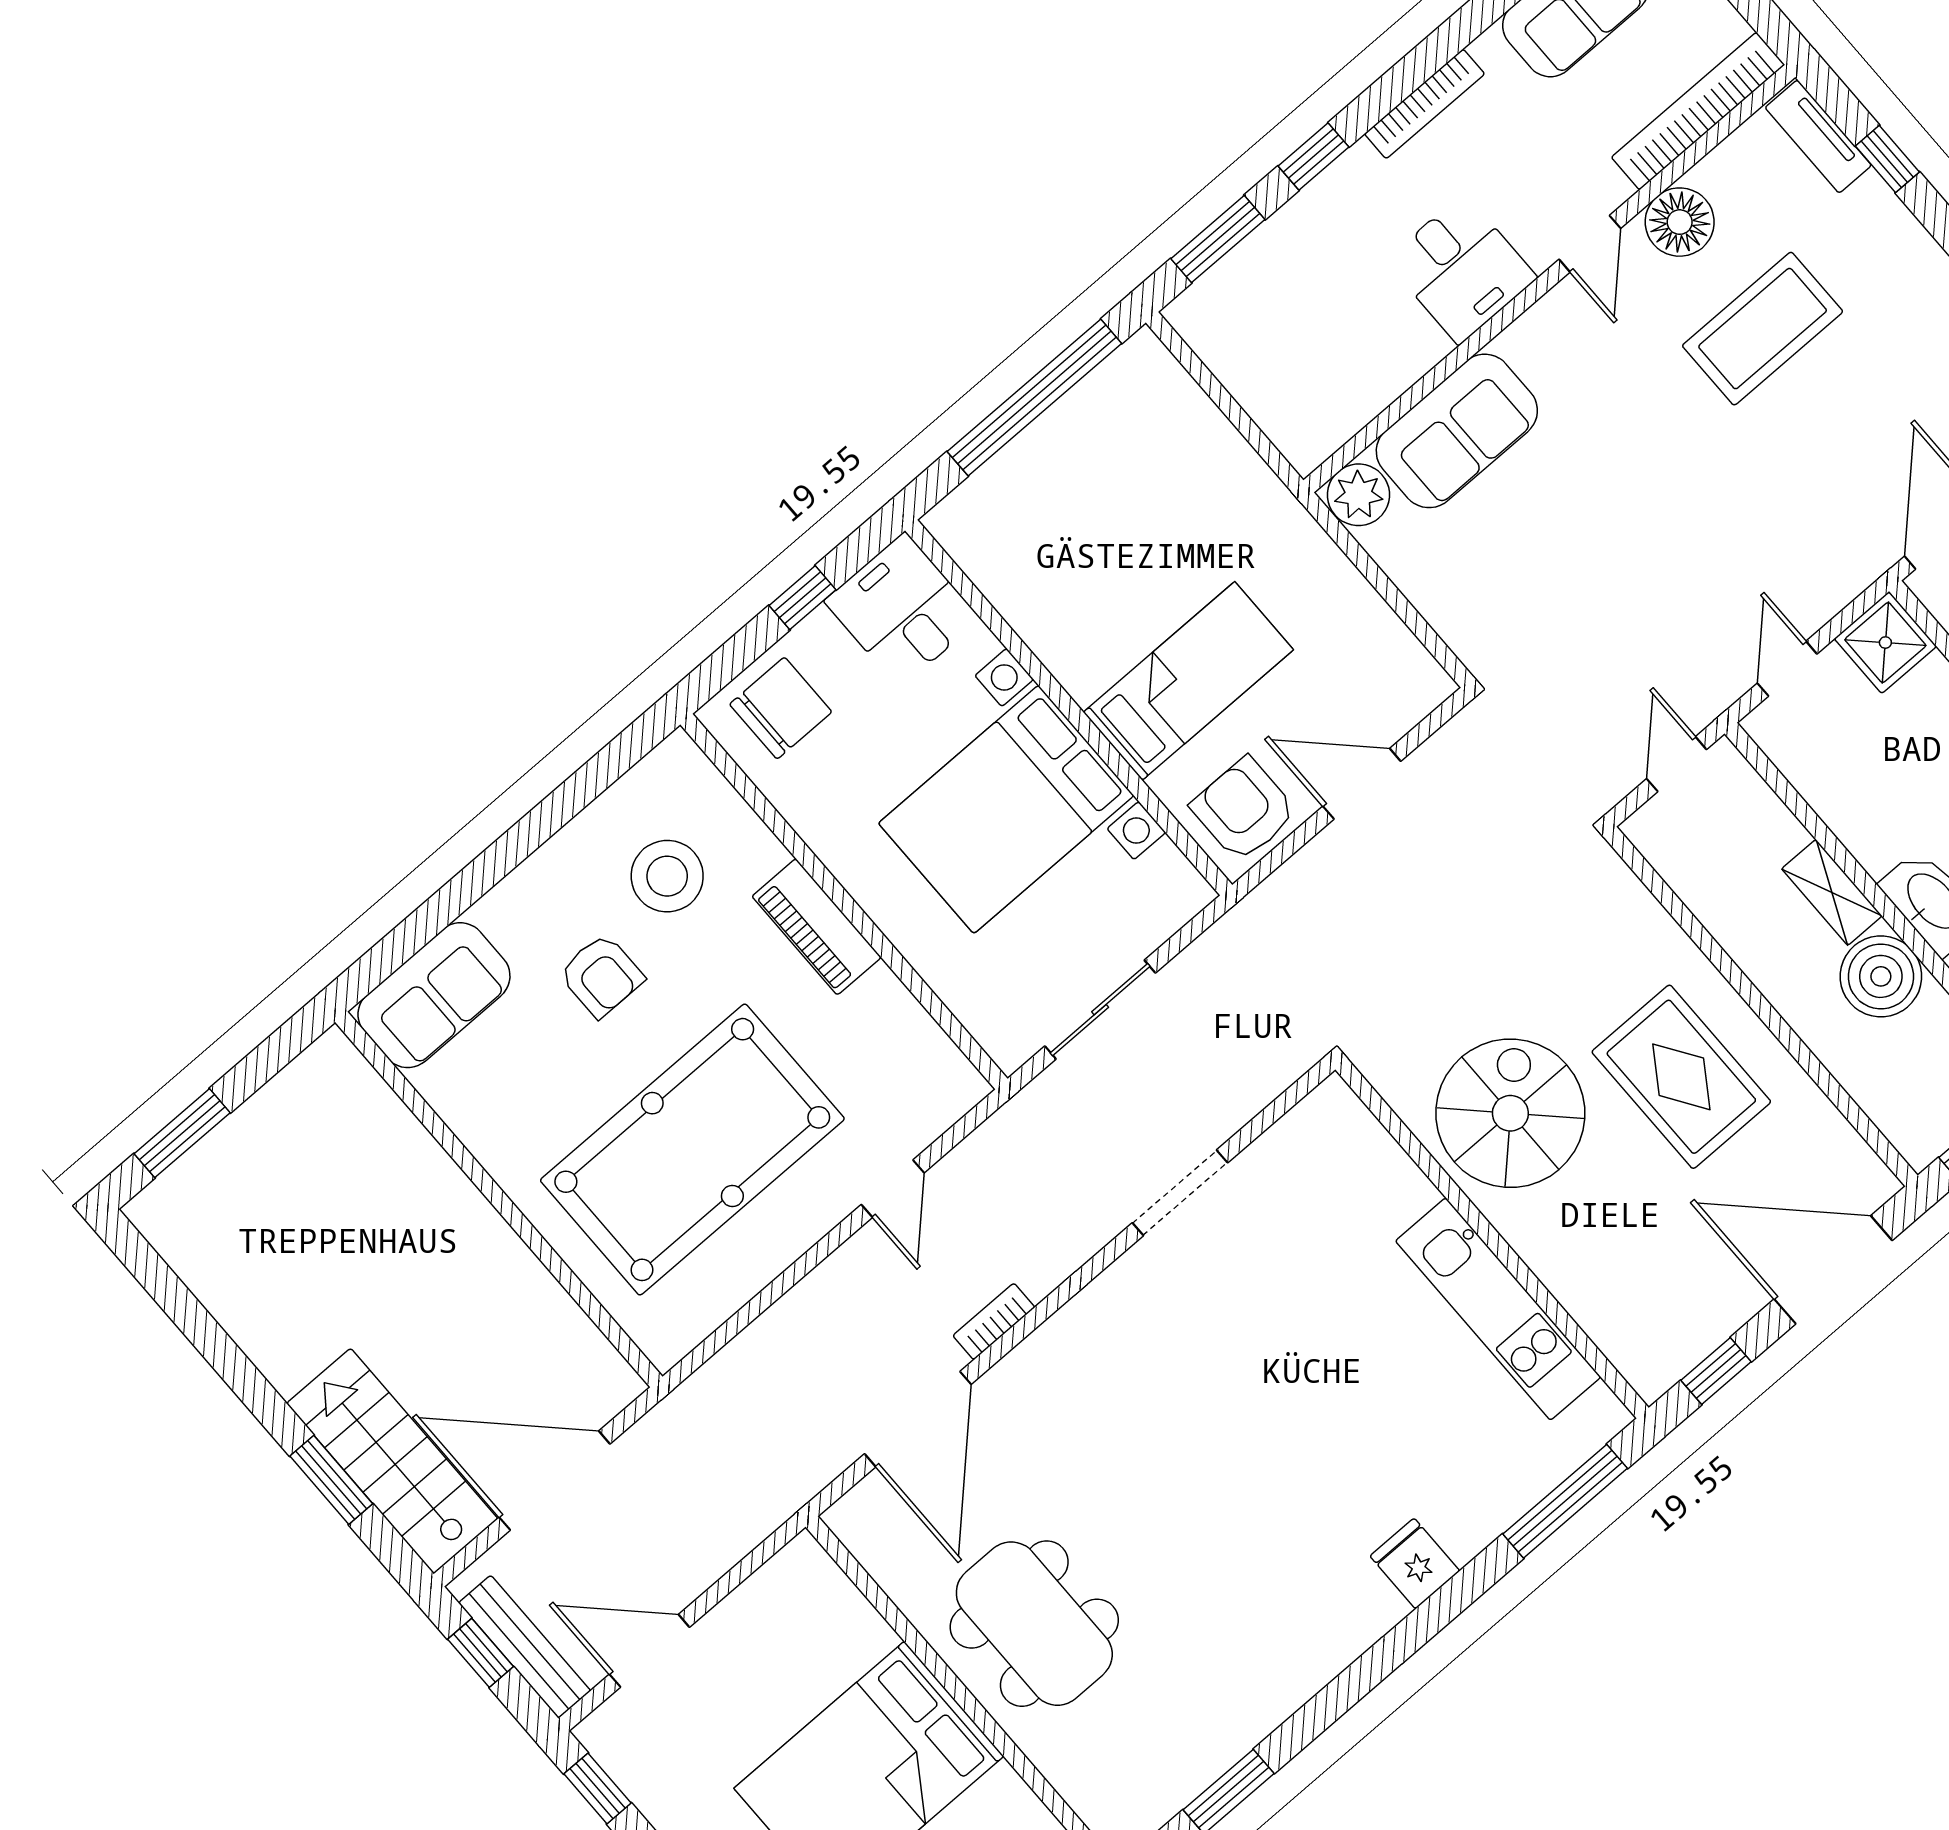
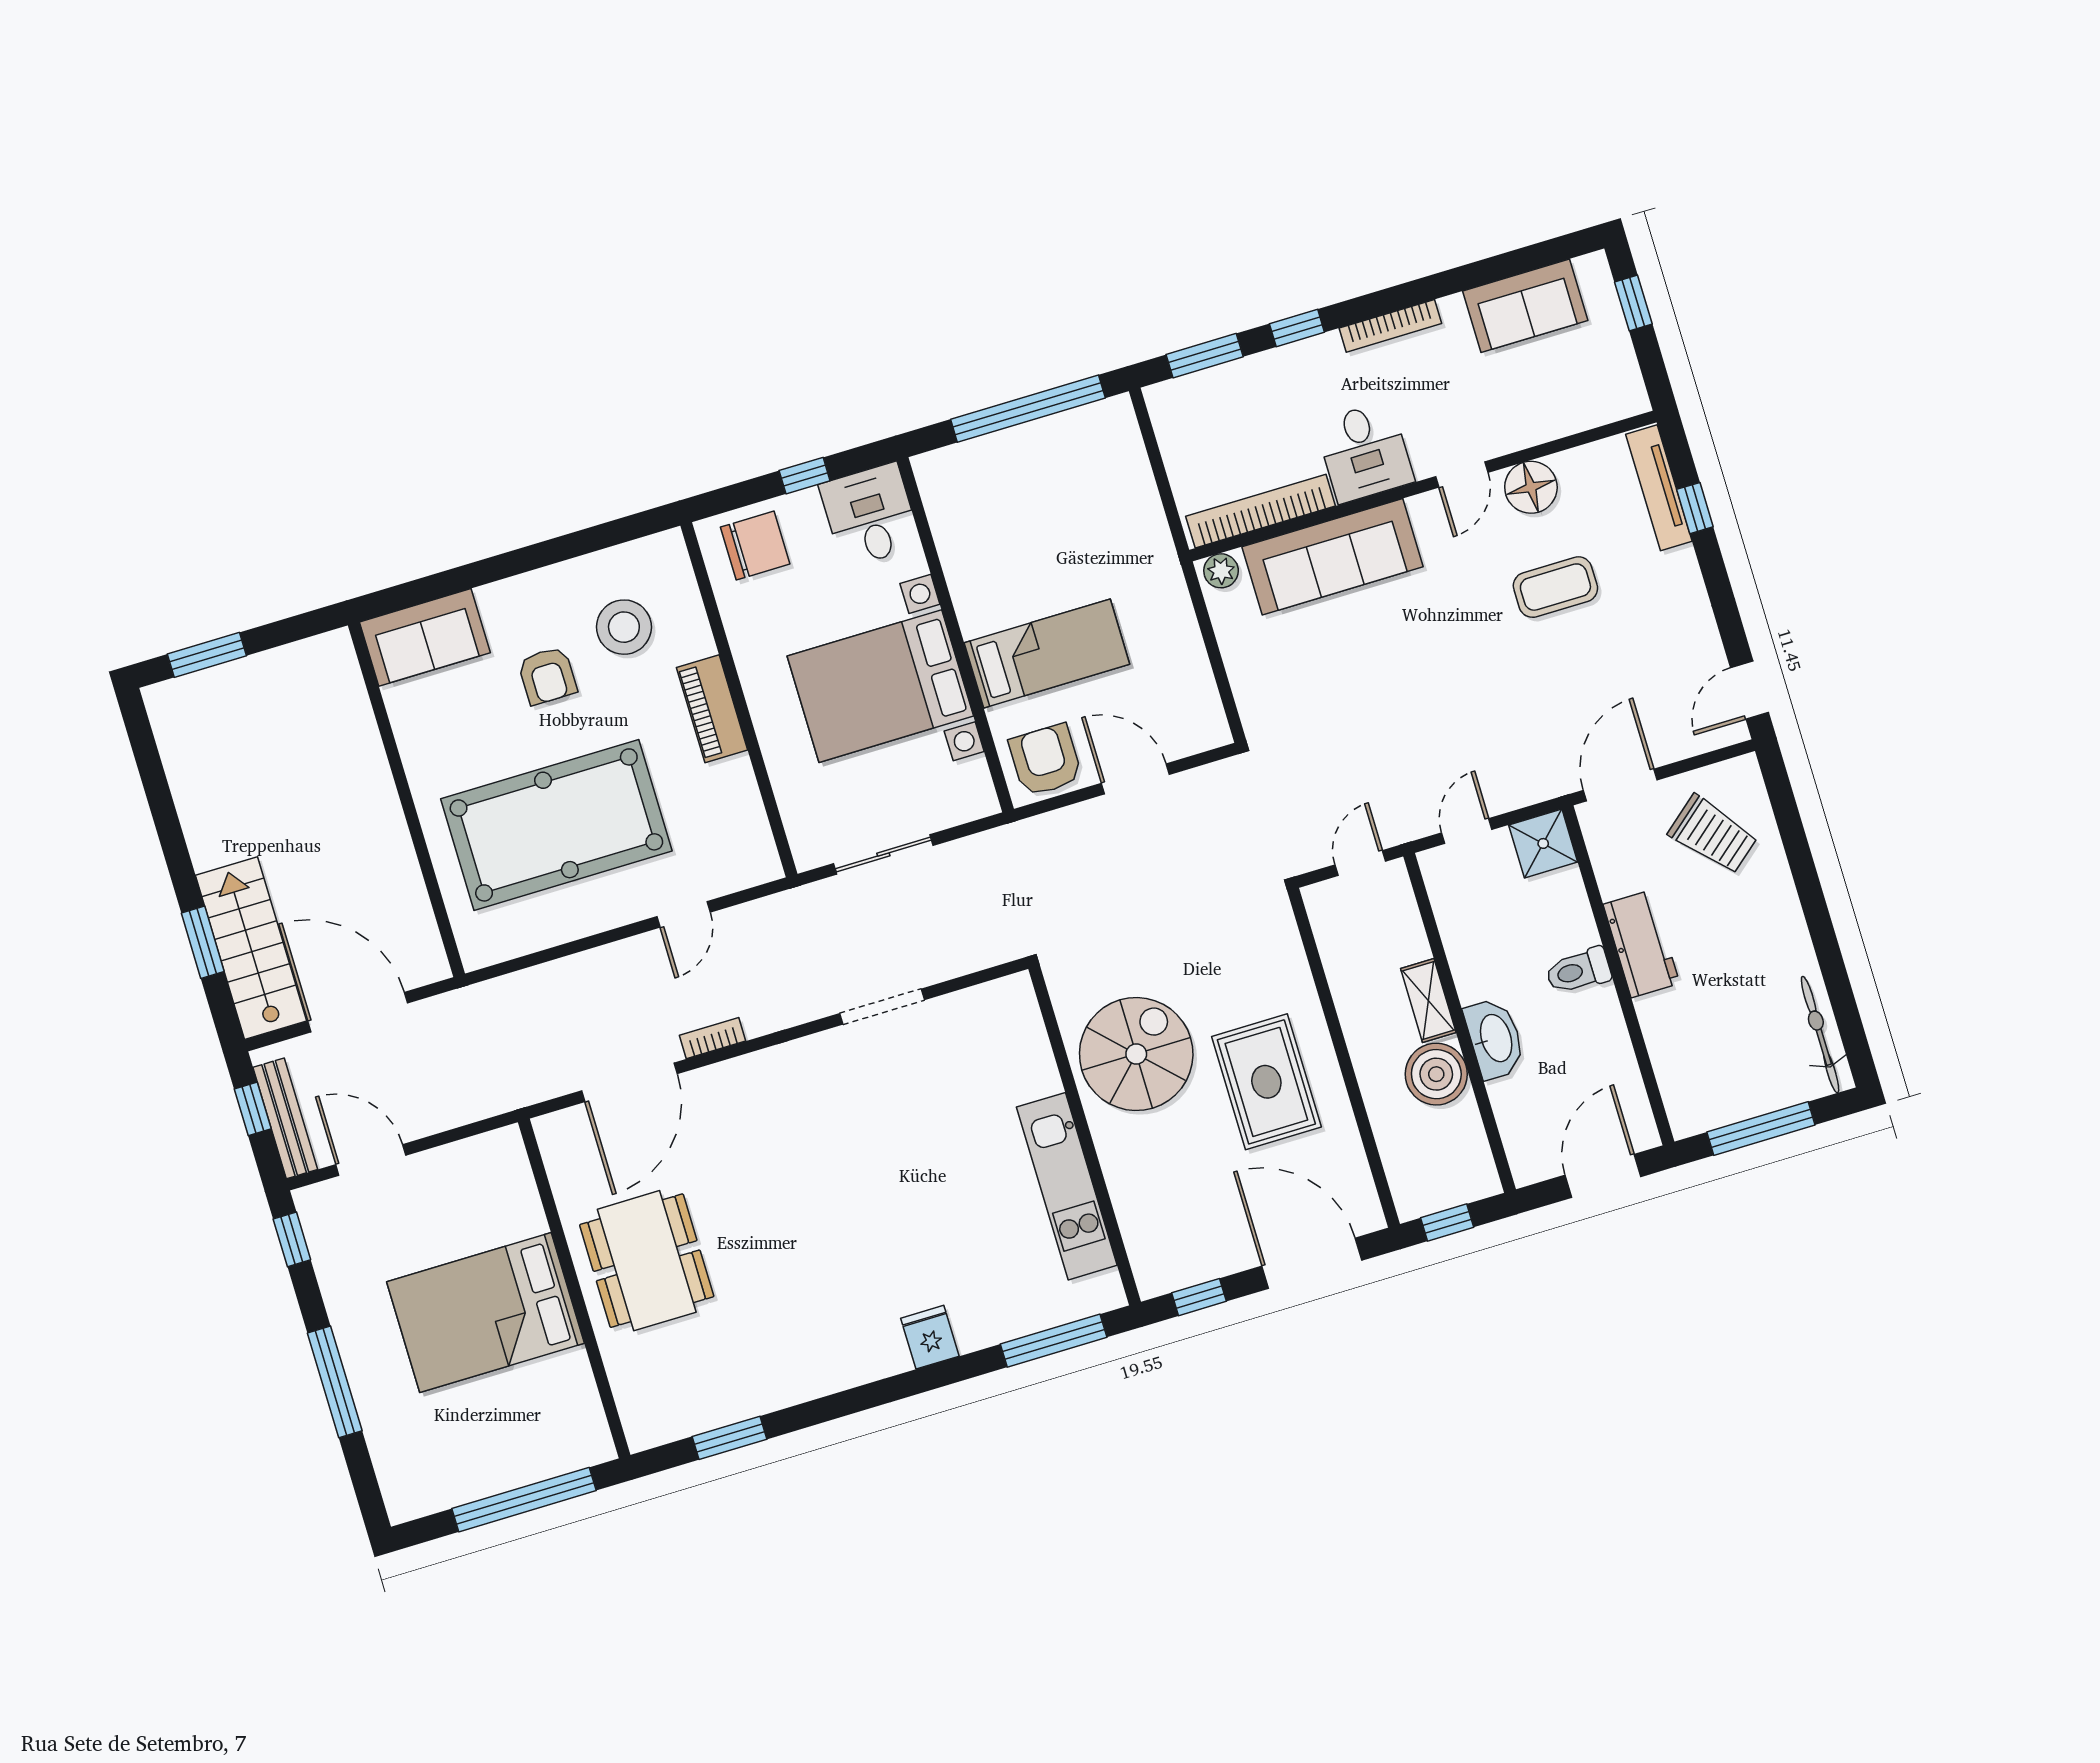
bookcase: (1698, 111) -> (1261, 511), moved
tv unit: (1818, 136) -> (1659, 488), width x1.41
coffee table: (1763, 329) -> (1555, 587), width x0.73, depth x0.76
sofa: (1457, 431) -> (1332, 557), width x1.36
plant: (1358, 495) -> (1221, 571), width x0.73, depth x0.73

